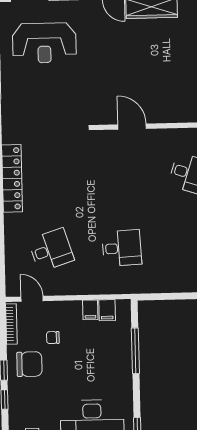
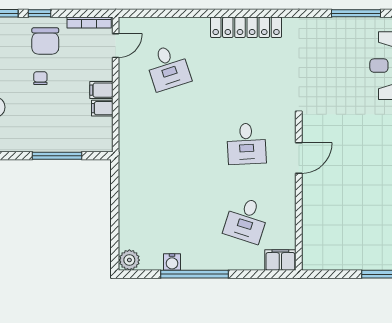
desk: (122, 248) -> (246, 144), moved
filing cabinet: (107, 310) -> (101, 90), moved
chair: (53, 338) -> (40, 78), moved

